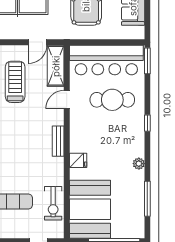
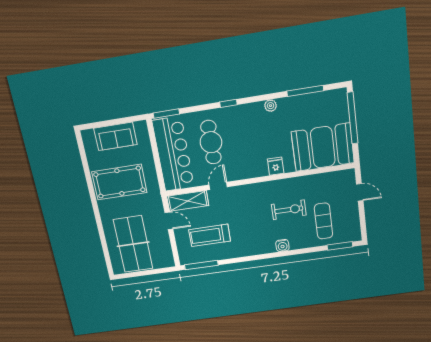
door: (67, 100) -> (218, 186), swing flipped
bench: (58, 141) -> (260, 188), removed
exercise bike: (53, 203) -> (289, 210), moved

